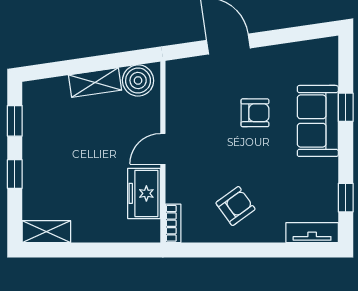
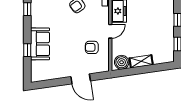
armchair: (255, 113) -> (92, 47), moved

